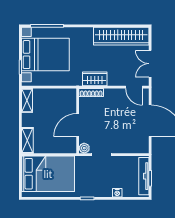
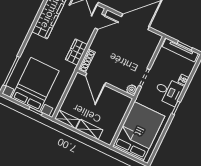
door: (78, 125) -> (96, 79), moved
shelving: (27, 140) -> (89, 130), moved
desk: (99, 184) -> (169, 91), added

